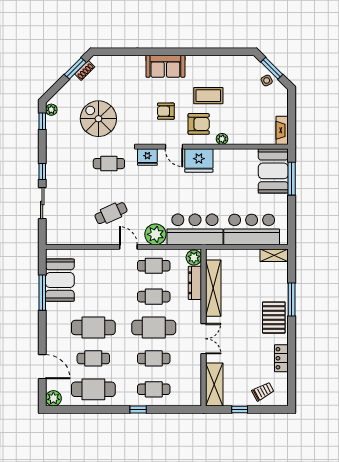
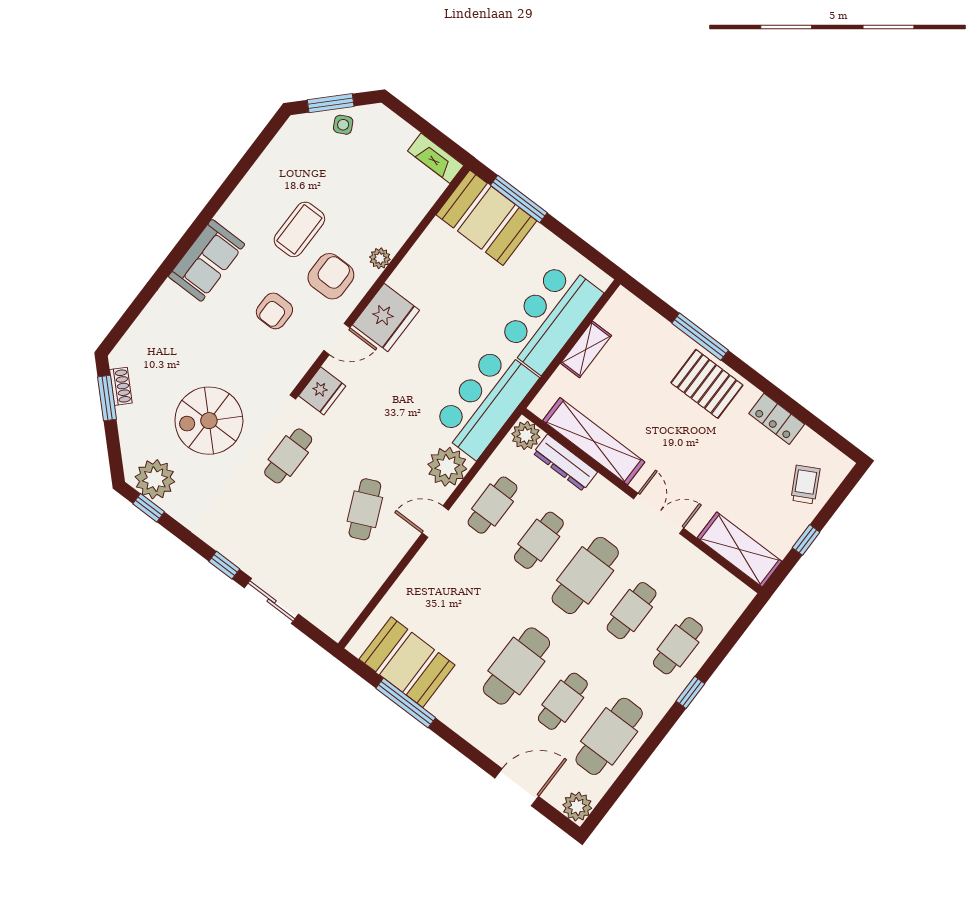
plant: (51, 110) -> (155, 479), width x1.87, depth x1.87
shelving: (274, 255) -> (586, 349), moved

